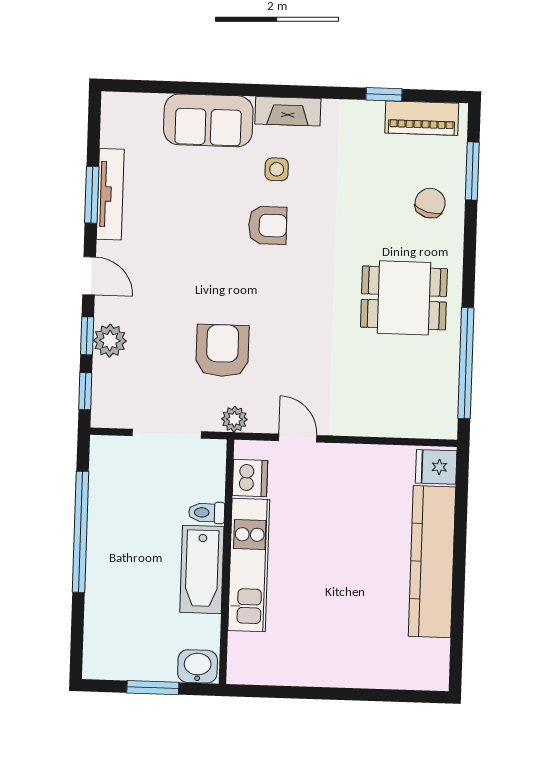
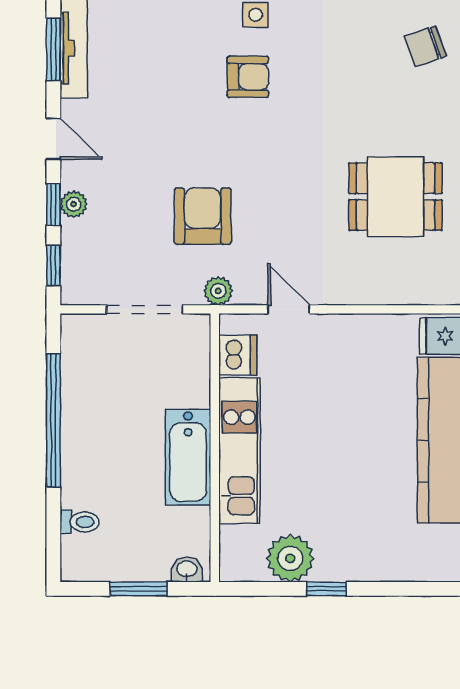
chair: (430, 203) -> (425, 46), turned -125
dining table: (404, 298) -> (396, 197), moved
plant: (110, 341) -> (74, 204), width x0.73, depth x0.73
toilet: (207, 513) -> (80, 522), moved, turned 180
plant: (292, 664) -> (290, 558), added
washbasin: (198, 666) -> (187, 570), width x0.72, depth x0.69
window: (324, 693) -> (327, 589), added

